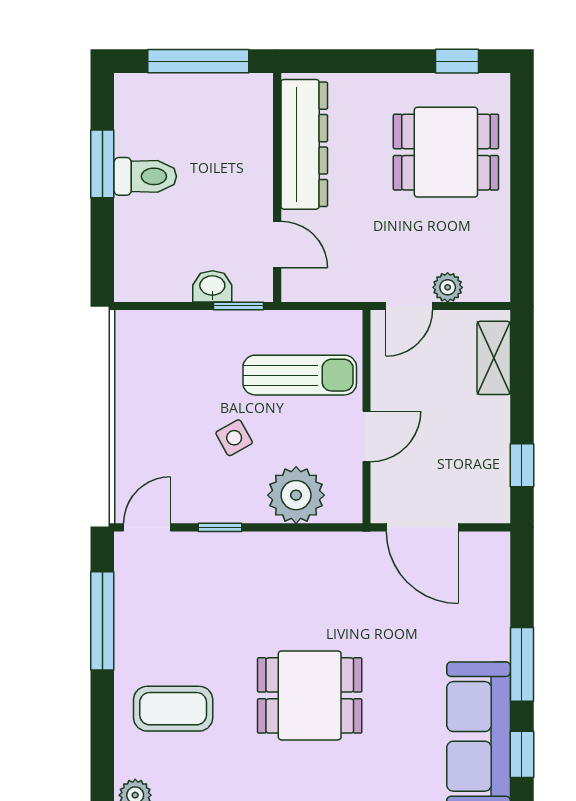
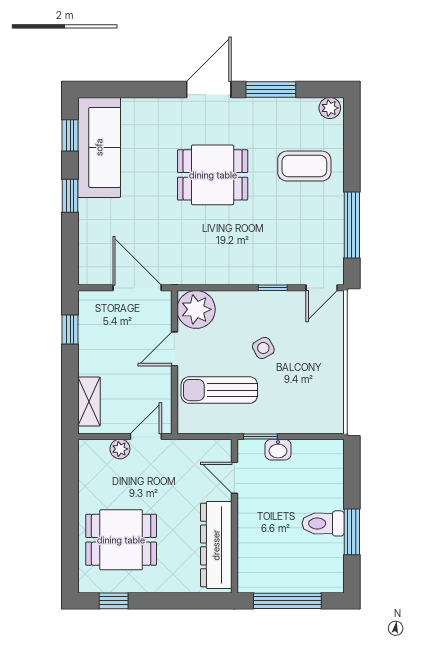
plant: (296, 495) -> (196, 309), moved
window: (522, 664) -> (70, 196), width x0.67

